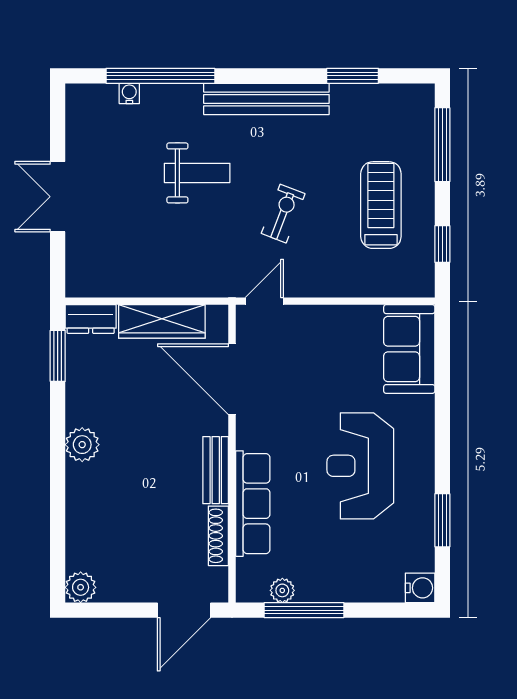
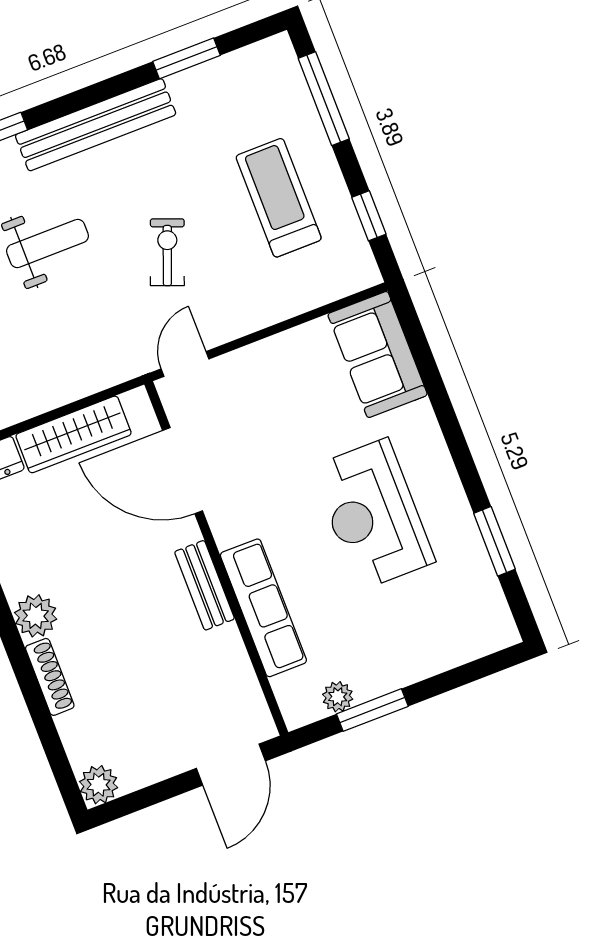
shoe rack: (218, 536) -> (50, 677), moved, turned 180
water cooler: (420, 588) -> (499, 631), removed
window: (304, 610) -> (372, 710), width x0.69

